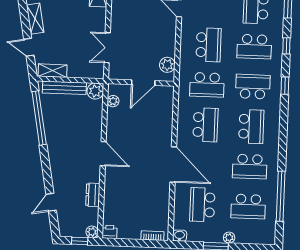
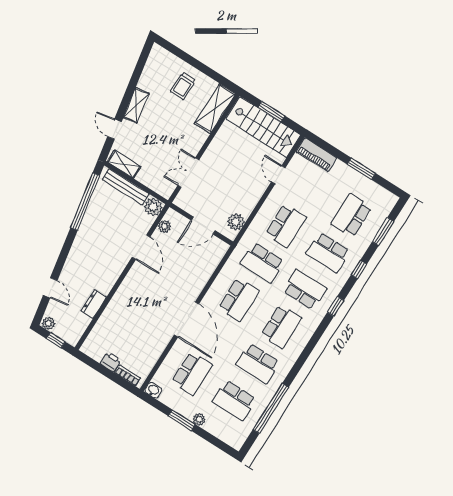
door: (103, 154) -> (141, 247), moved
door: (51, 202) -> (50, 288), swing flipped
school desk: (202, 205) -> (192, 373), turned 180
plant: (92, 232) -> (49, 323), moved
printer: (110, 232) -> (111, 362), moved

